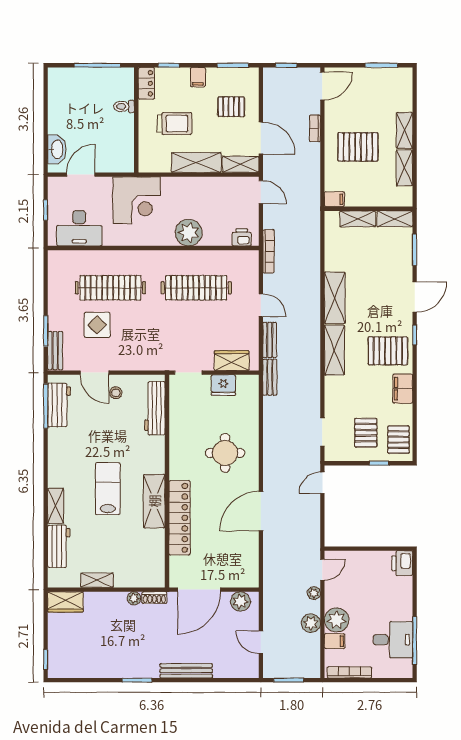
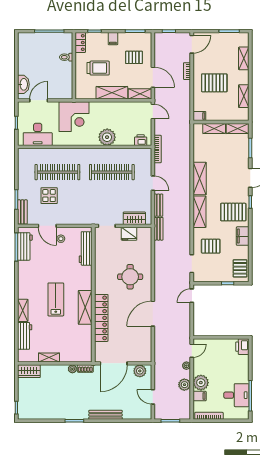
shelving: (404, 130) -> (244, 58), moved
pallet: (366, 433) -> (211, 246), moved, turned 90

